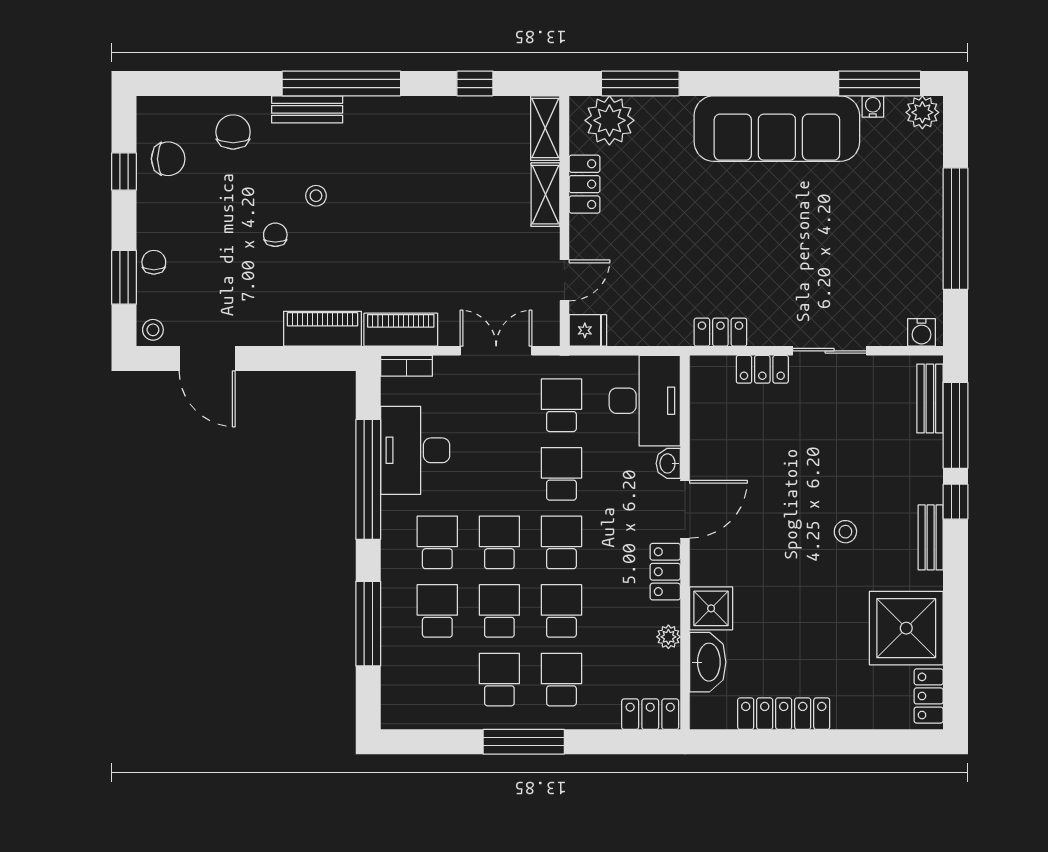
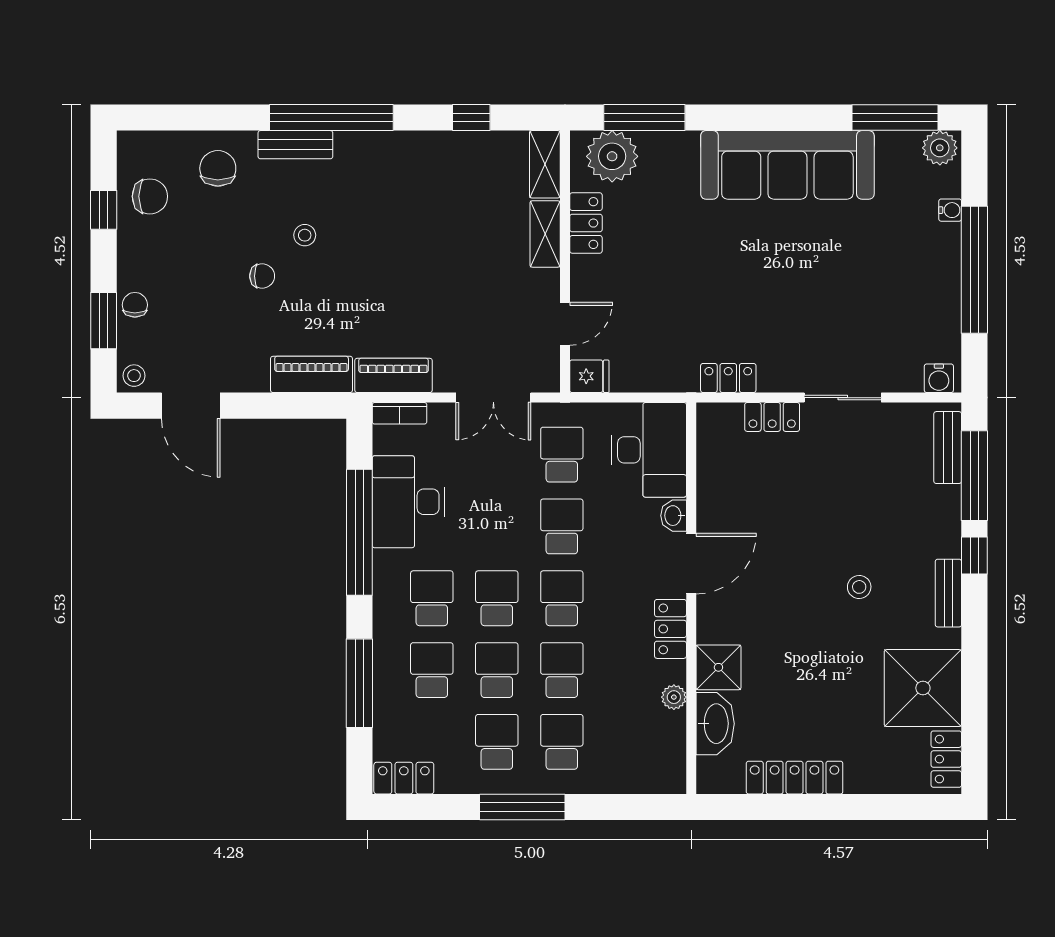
water cooler: (873, 106) -> (950, 210), moved, turned 90
chair: (275, 235) -> (262, 276), turned 90
double door: (496, 351) -> (493, 398), swing flipped
locker: (650, 714) -> (404, 778), moved

